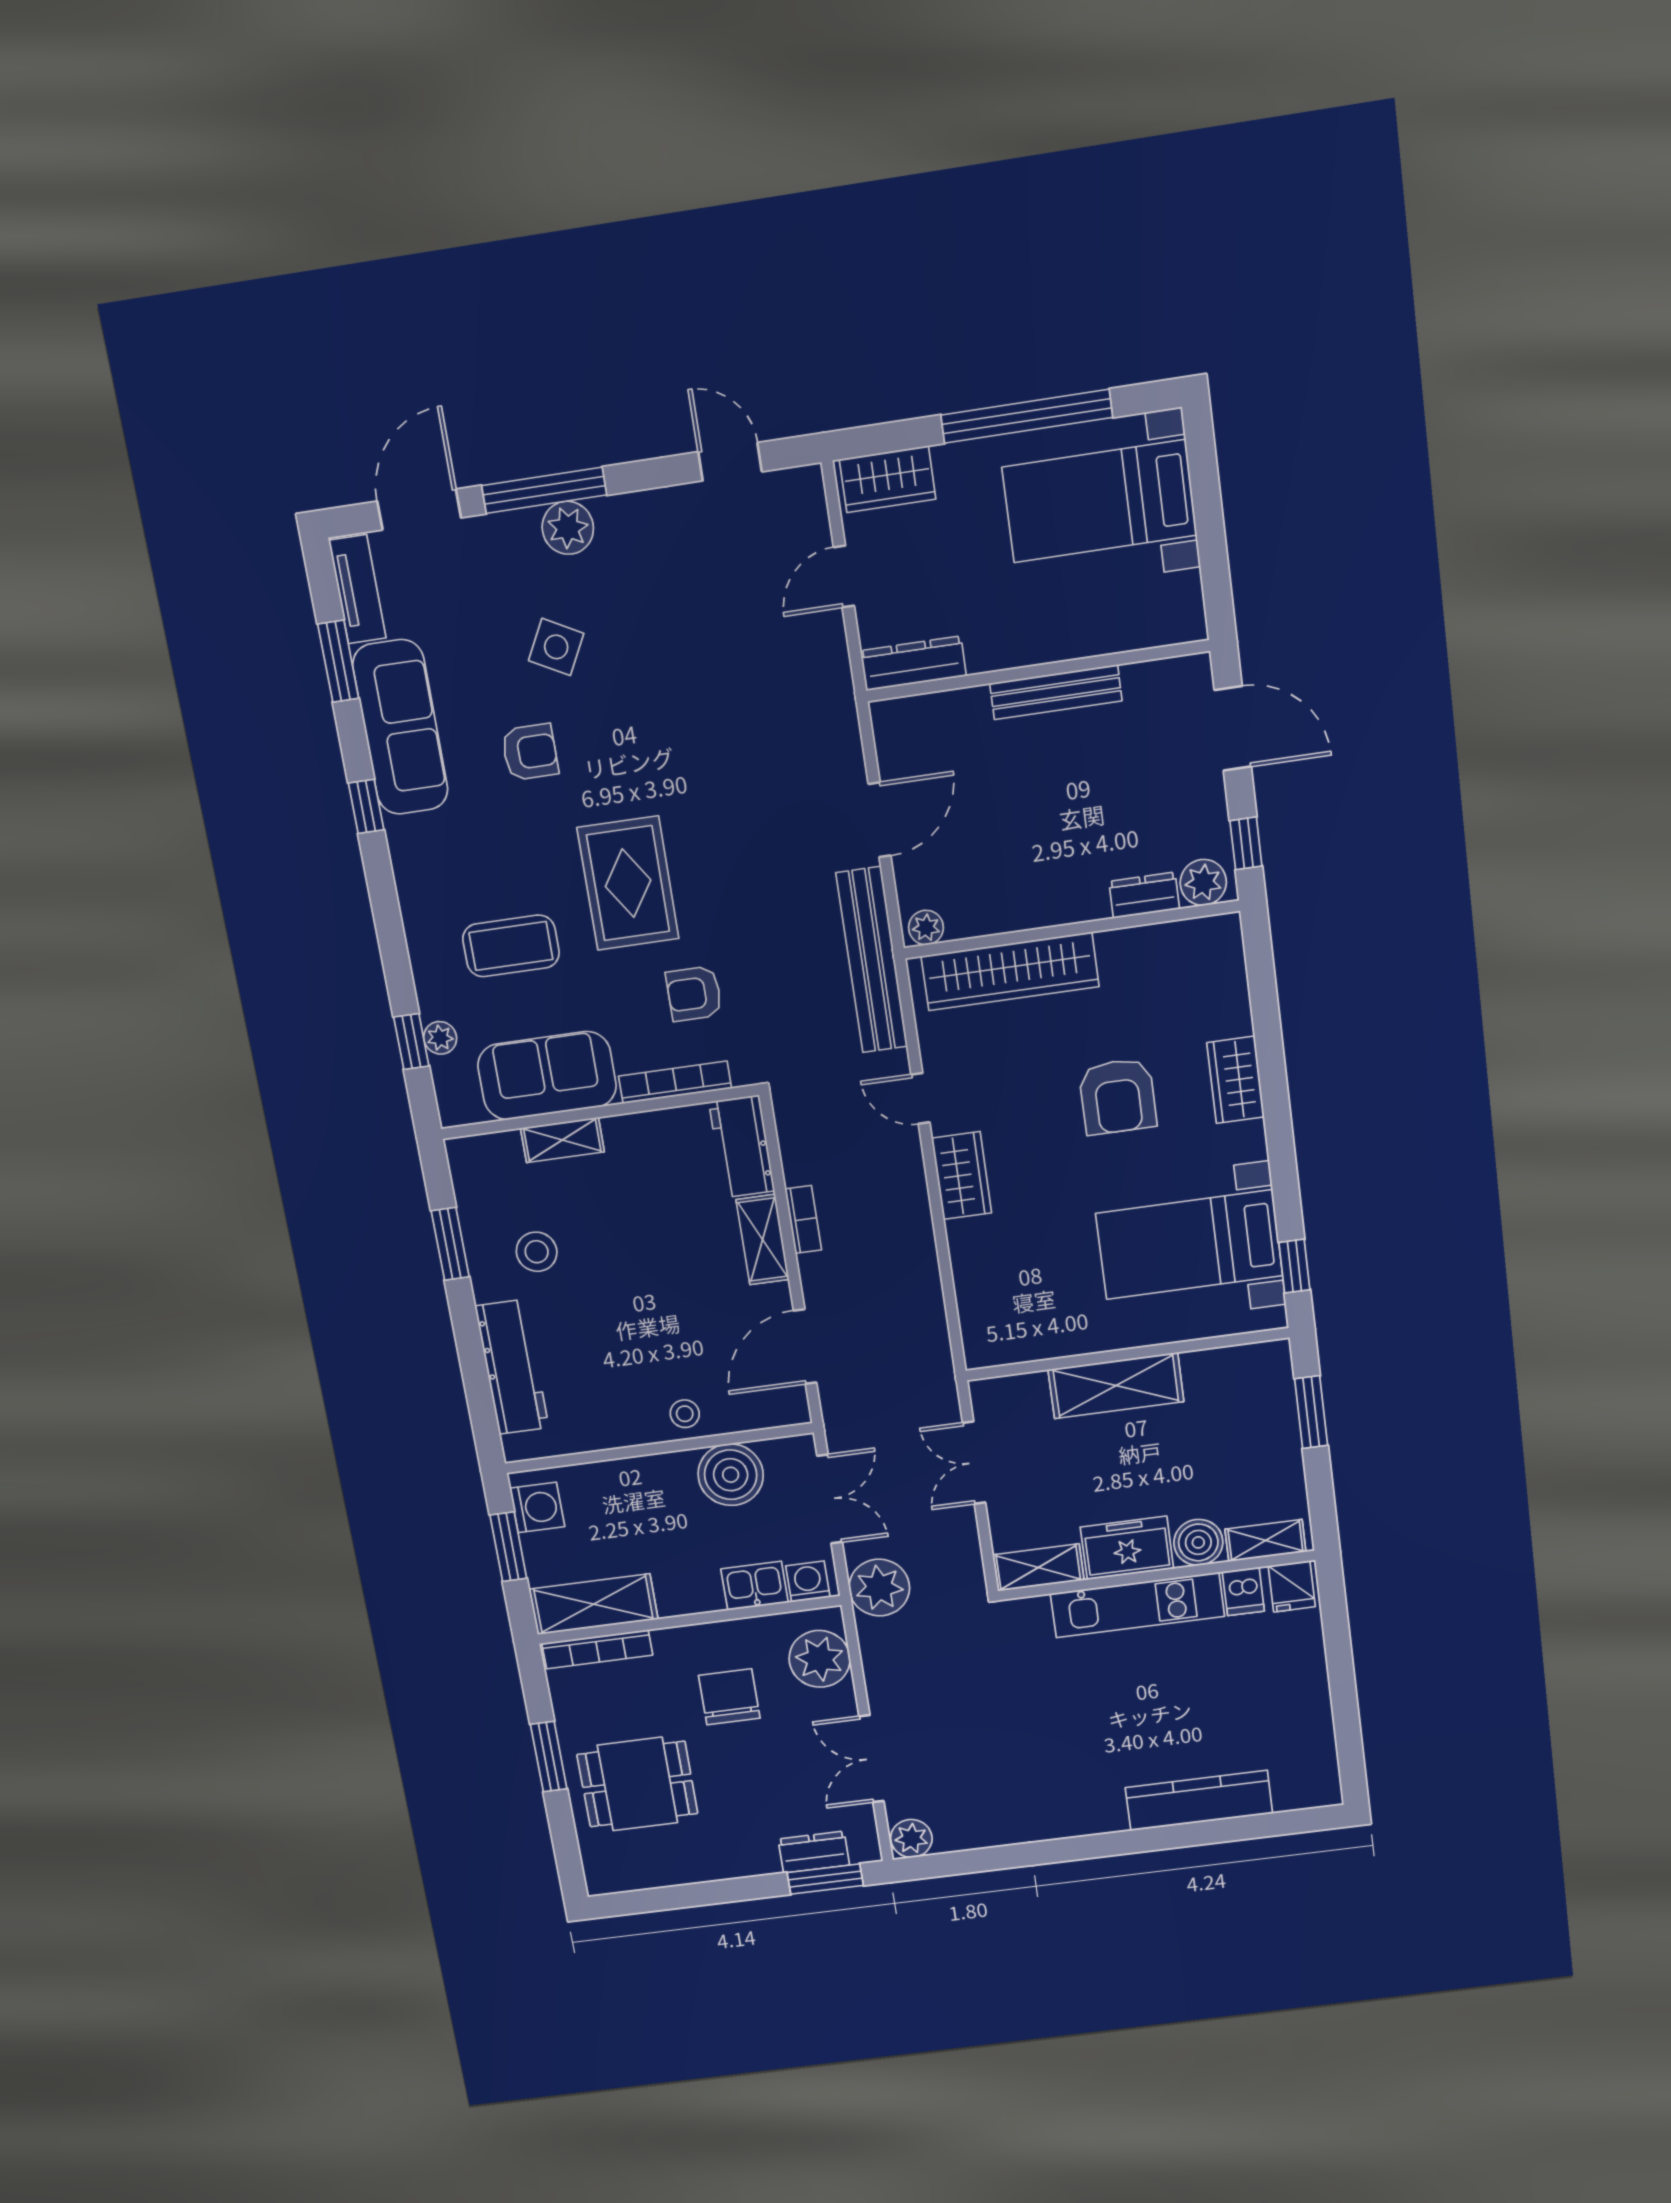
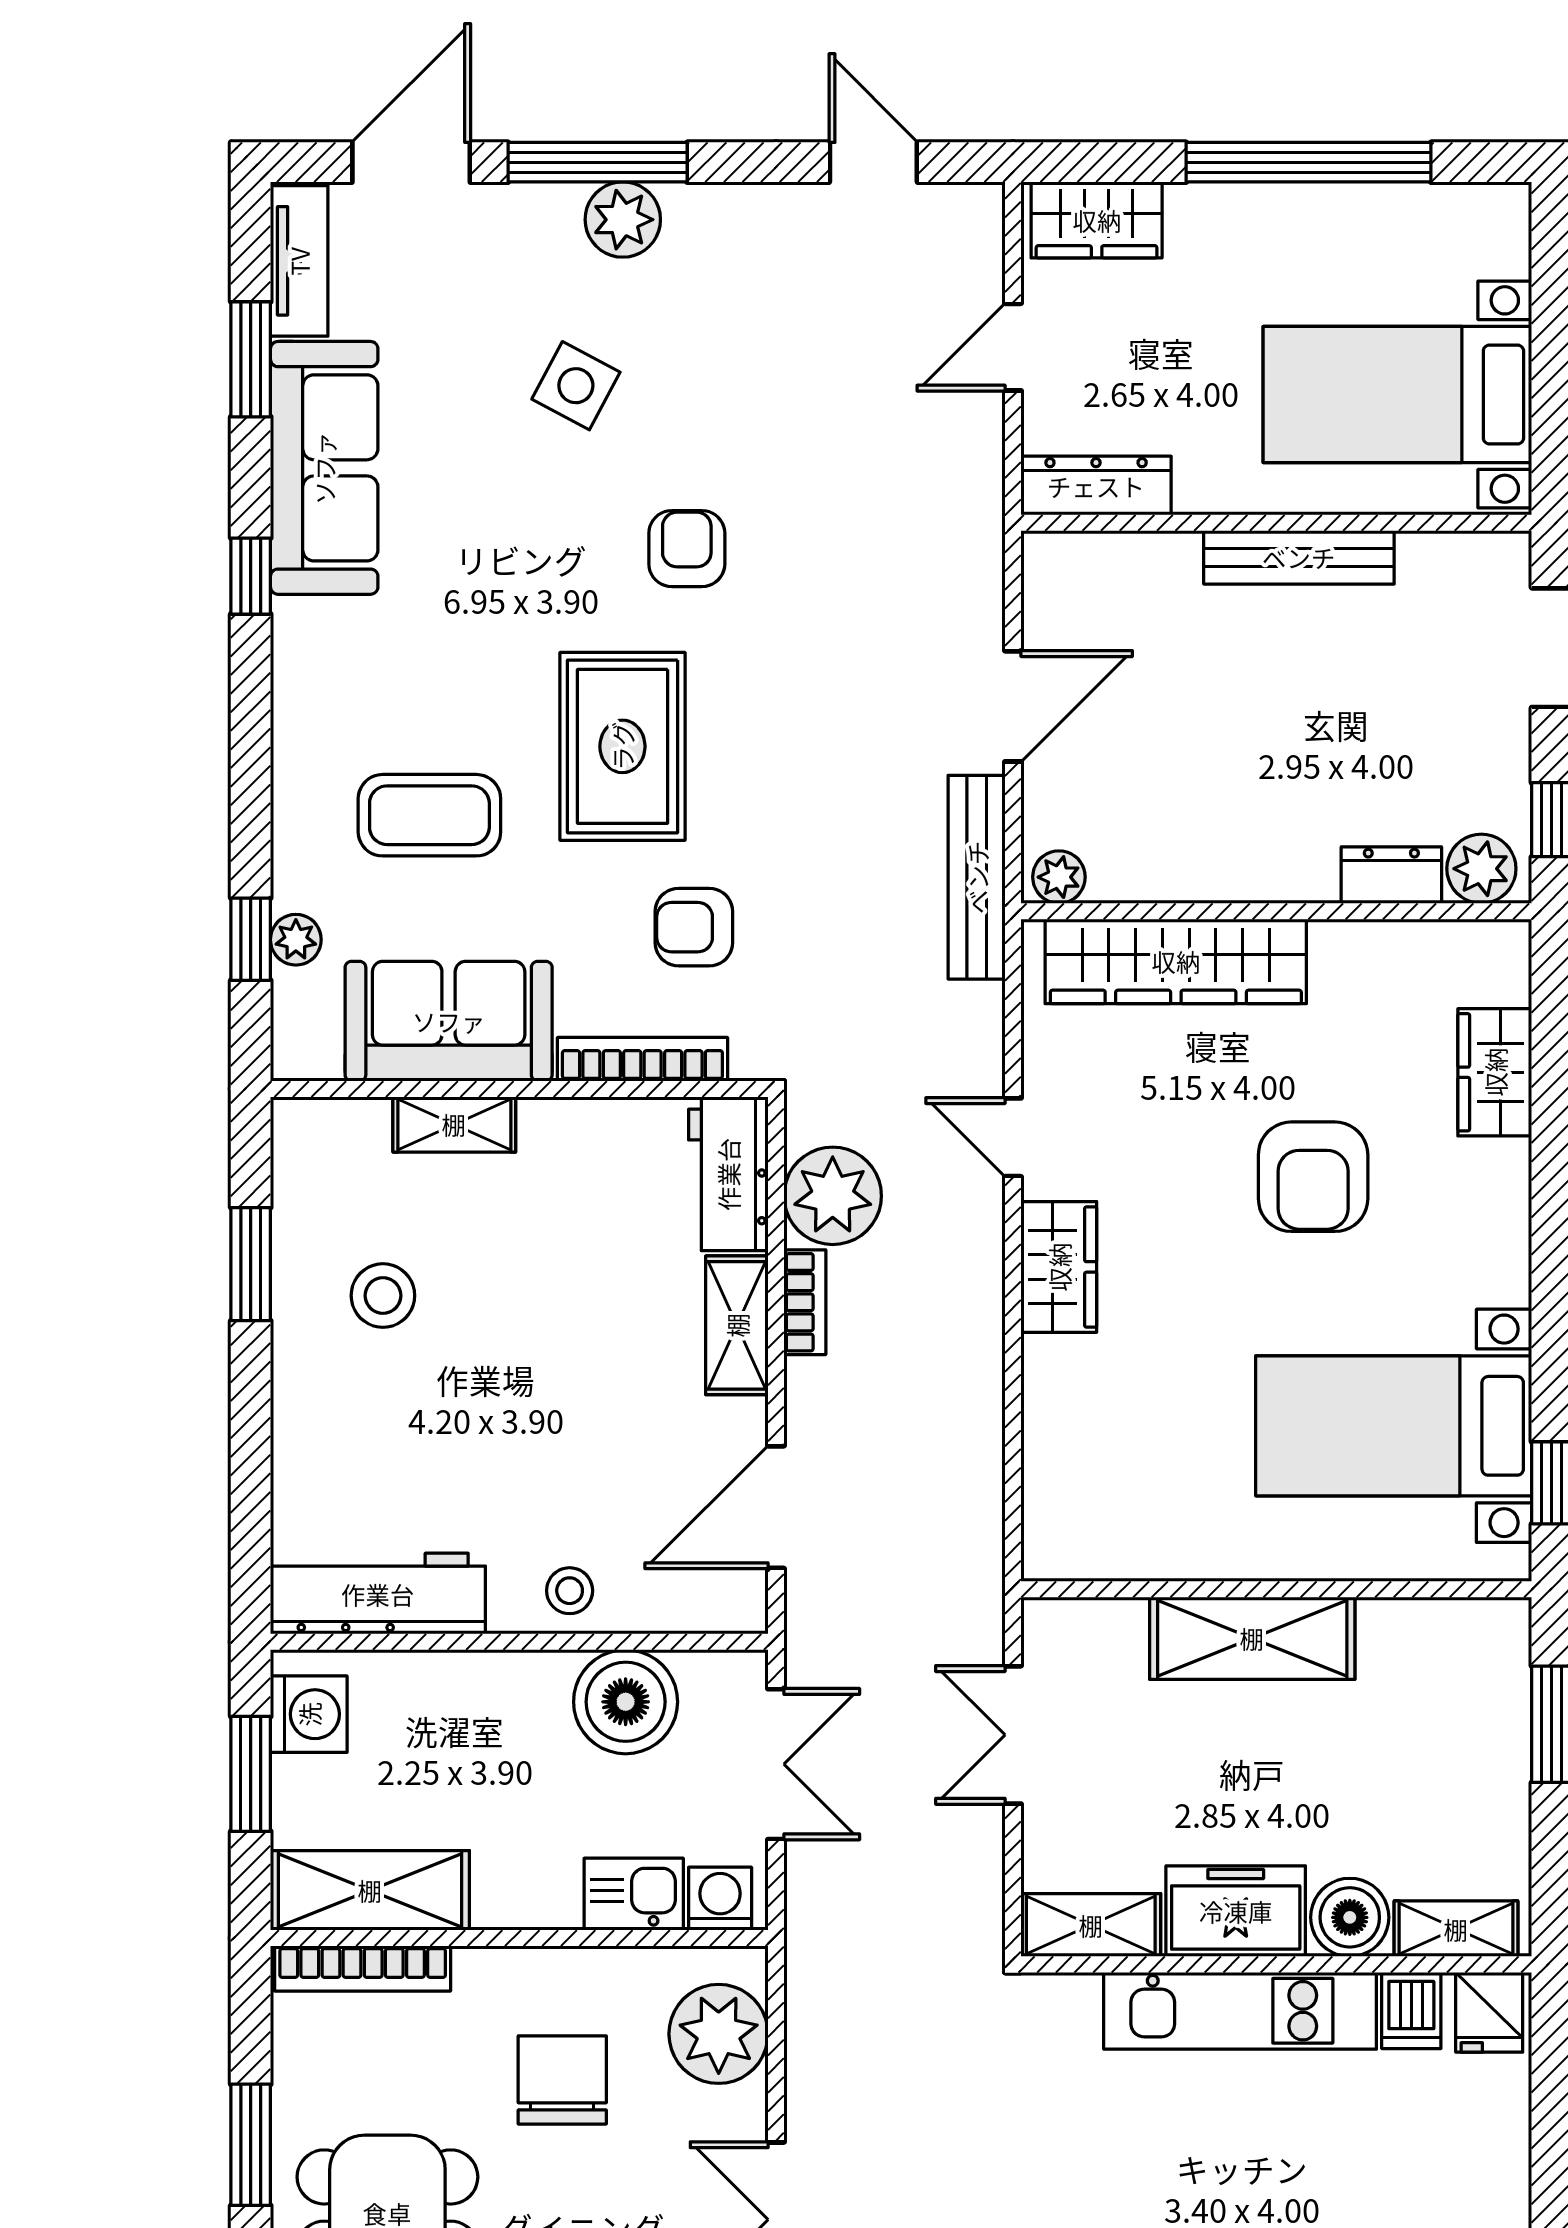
bed with nightstands: (1099, 501) -> (1397, 395), moved
armchair: (530, 752) -> (687, 549), moved, turned -90
bench: (872, 960) -> (977, 877), width x0.73, depth x0.82
wardrobe: (1236, 1080) -> (1495, 1072), moved
workbench: (512, 1367) -> (378, 1594), moved, turned -90
plant: (879, 1588) -> (833, 1196), moved

